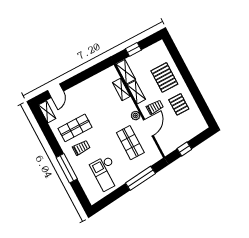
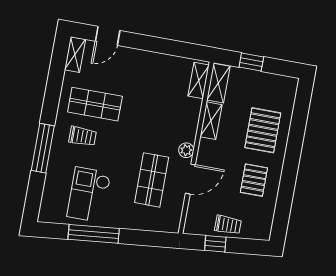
shelving: (121, 89) -> (199, 80), moved
trolley: (155, 107) -> (228, 225), moved
window: (140, 178) -> (94, 234), moved

